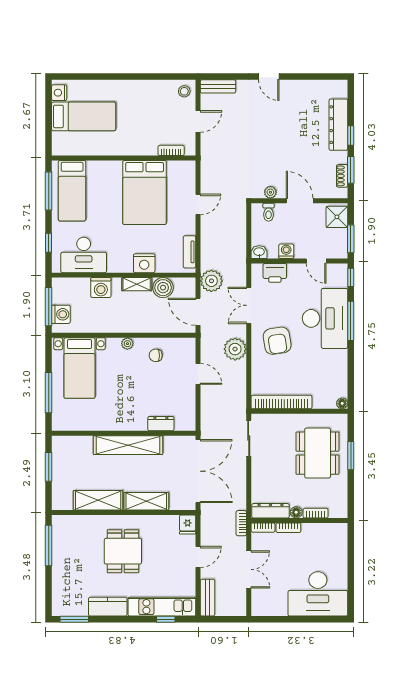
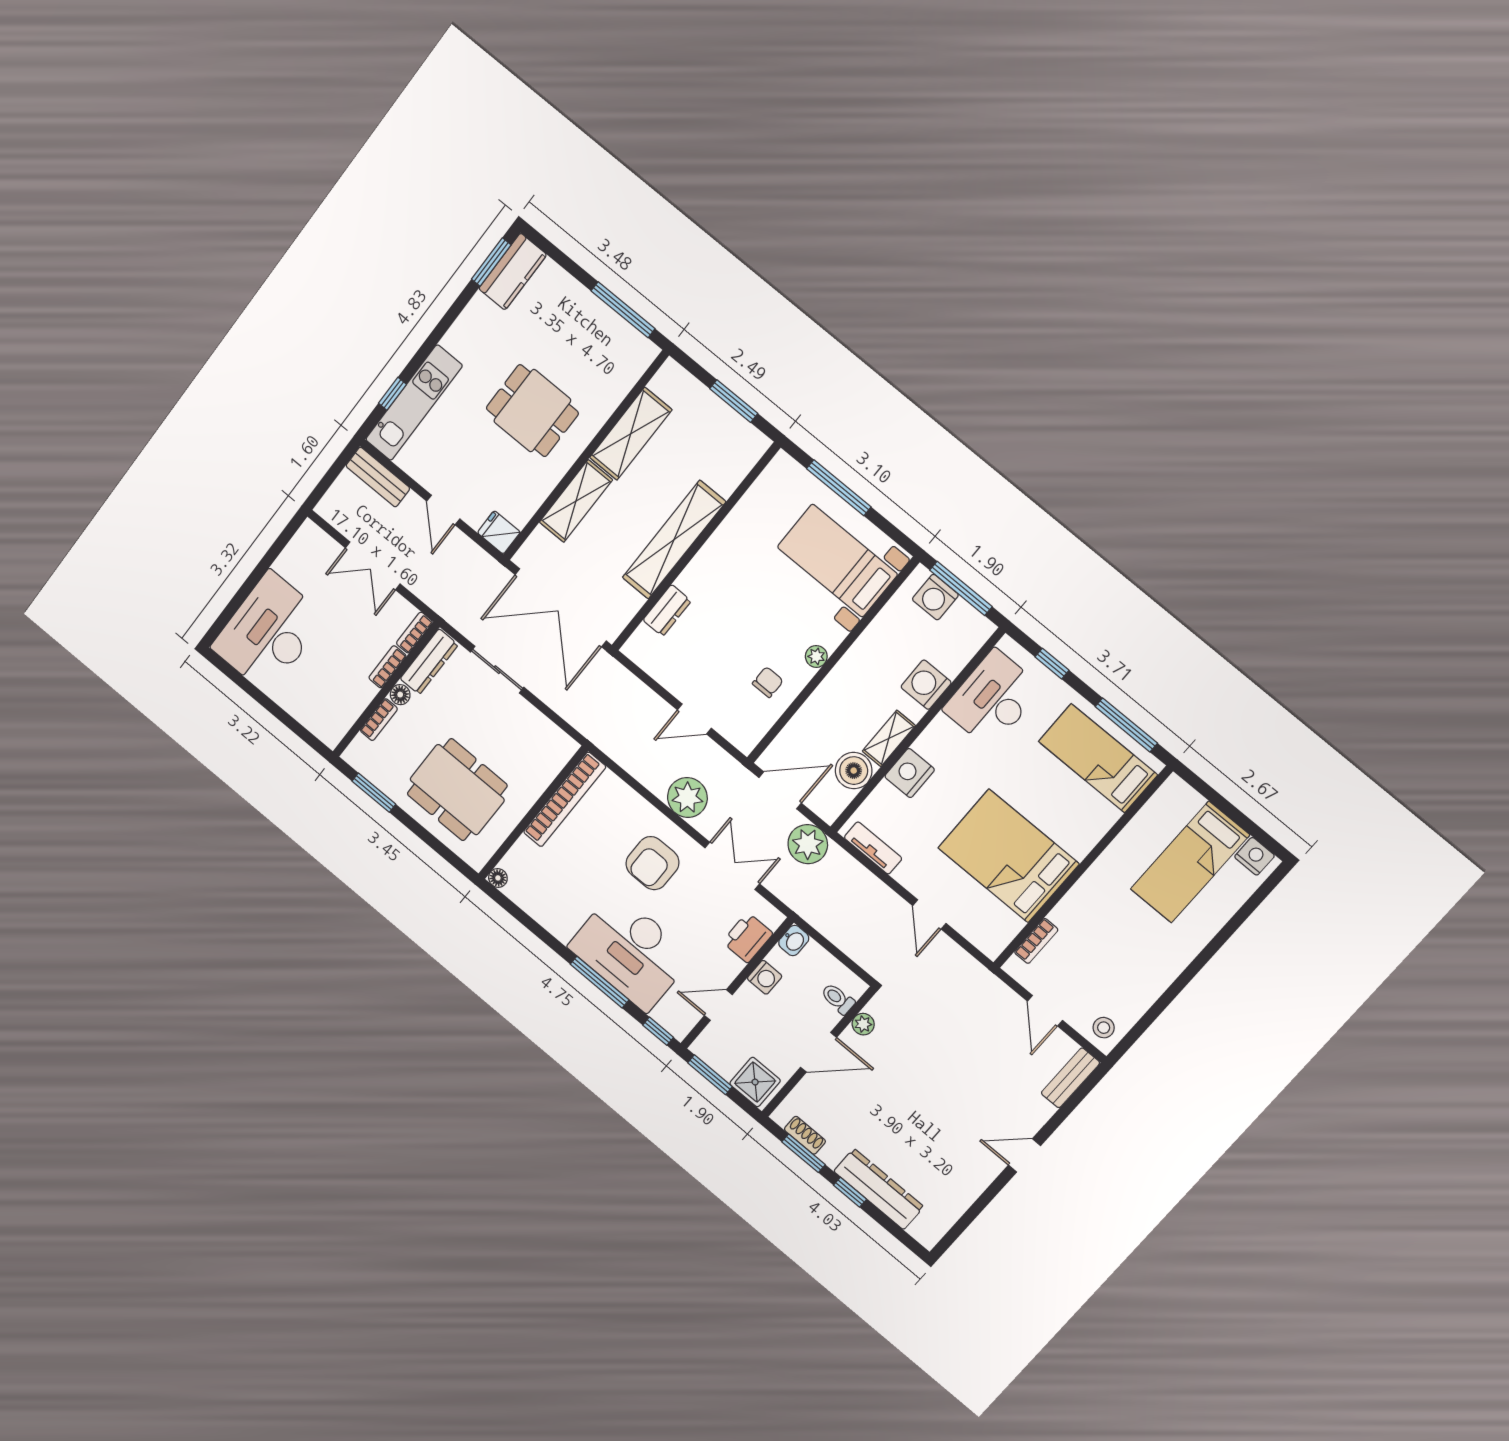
armchair: (277, 341) -> (652, 863), turned -81
sliding door: (249, 438) -> (497, 670), moved
window: (351, 456) -> (374, 793), moved
bookcase: (241, 523) -> (443, 608), removed
kitchen counter: (108, 607) -> (513, 272), moved

